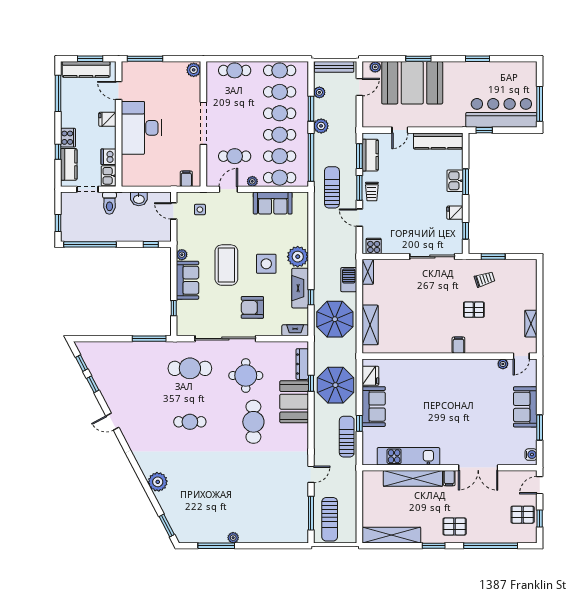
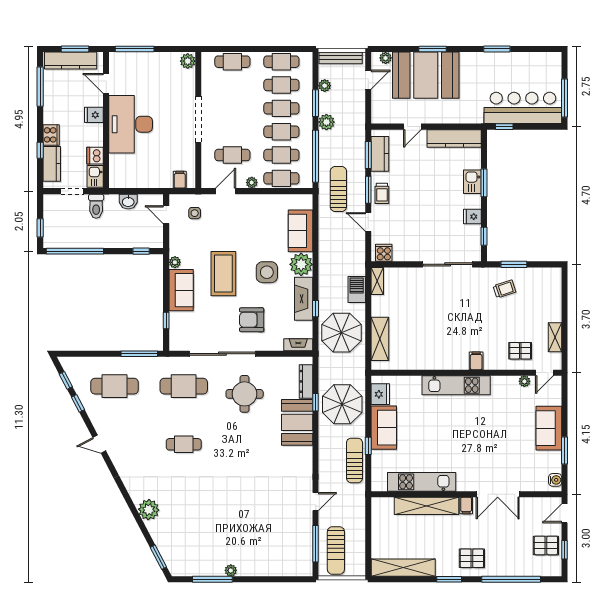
sofa: (273, 203) -> (300, 231), moved, turned 90
pallet: (474, 310) -> (520, 351), moved
kitchen unit: (440, 368) -> (456, 385), added
cafe table: (253, 422) -> (115, 386), moved, turned 90

